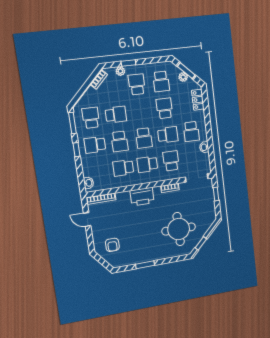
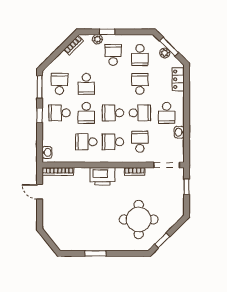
school desk: (116, 115) -> (86, 84), turned 90
school desk: (144, 138) -> (113, 113), turned 90
armchair: (112, 245) -> (63, 224), removed

